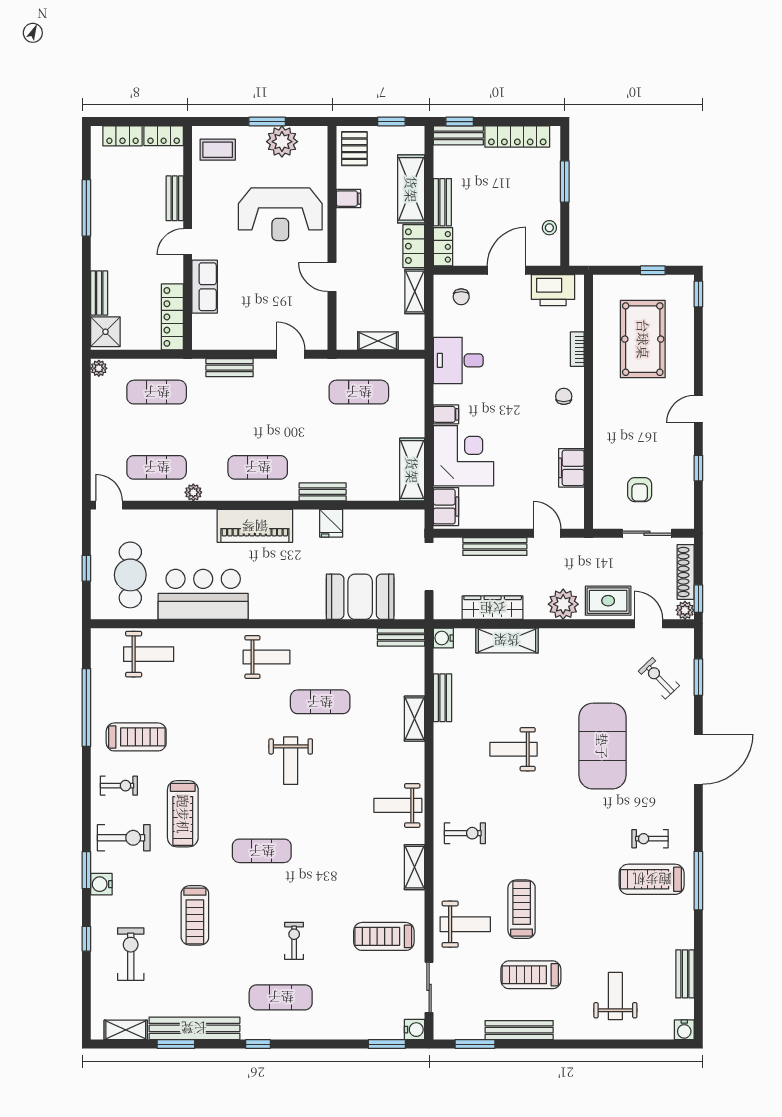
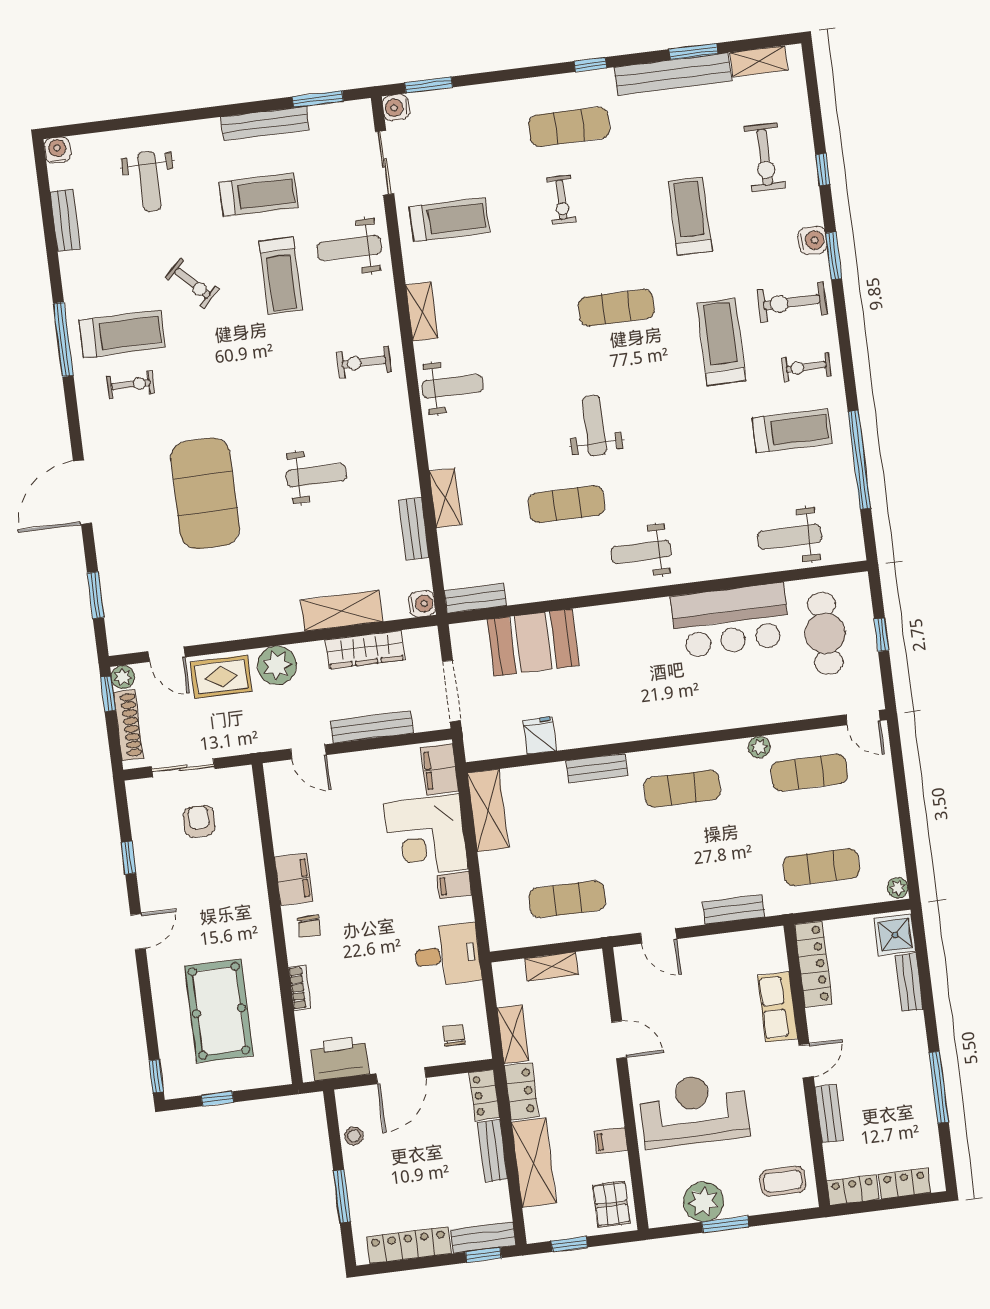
filing cabinet: (571, 468) -> (293, 879), moved
fridge: (331, 523) -> (539, 735), moved
piano: (255, 526) -> (677, 715), removed
exercise bike: (659, 678) -> (192, 283), moved
treadmill: (136, 737) -> (792, 431), turned 180

